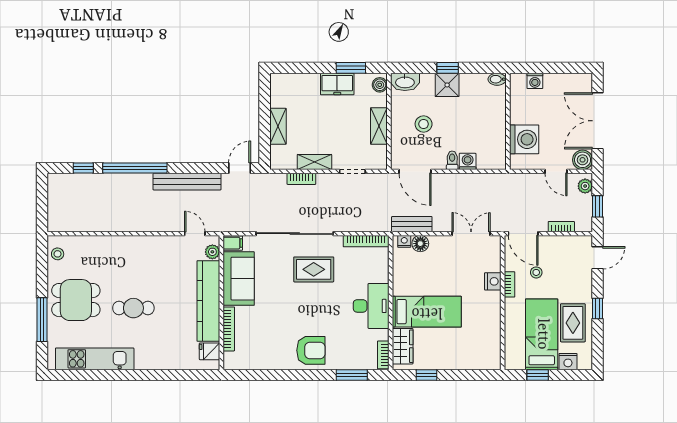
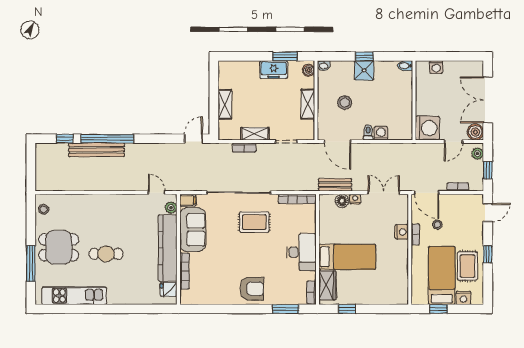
washbasin: (405, 82) -> (324, 66), width x0.52, depth x0.69
washing machine: (524, 139) -> (427, 128), moved
door: (556, 171) -> (454, 142), hinge flipped
bench: (187, 182) -> (97, 150), moved
nightstand: (404, 241) -> (355, 199), moved

